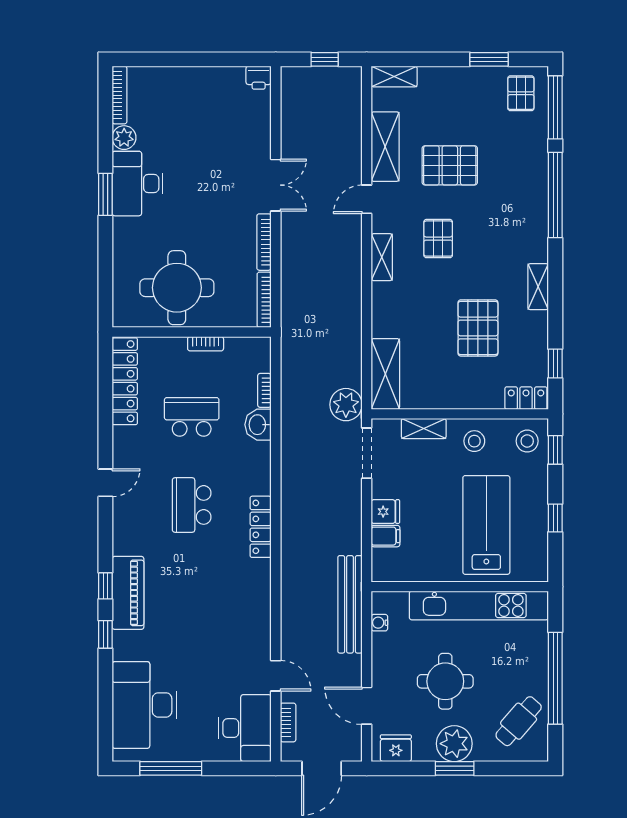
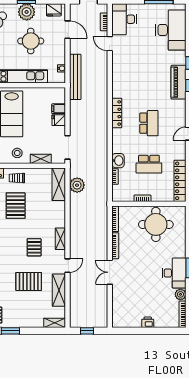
printer: (259, 78) -> (148, 322), moved
trolley: (475, 387) -> (17, 178), added
plant: (346, 405) -> (77, 185), moved

